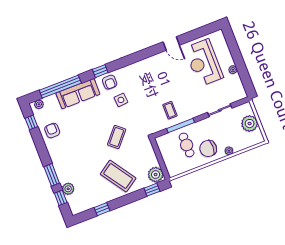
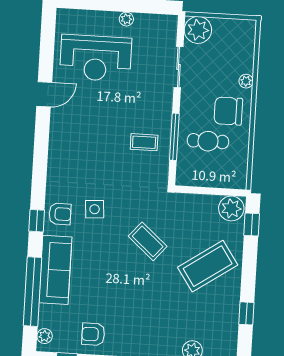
plant: (250, 124) -> (198, 30), moved
chair: (208, 148) -> (228, 111), turned 90

